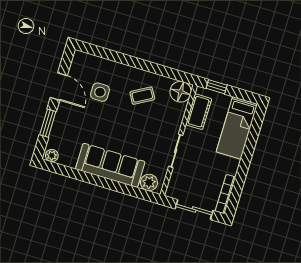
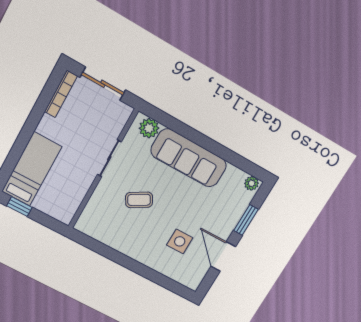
window: (217, 87) -> (19, 207), moved
floor lamp: (181, 92) -> (89, 223), removed
coffee table: (142, 96) -> (139, 200), moved
cot: (199, 112) -> (73, 197), removed

